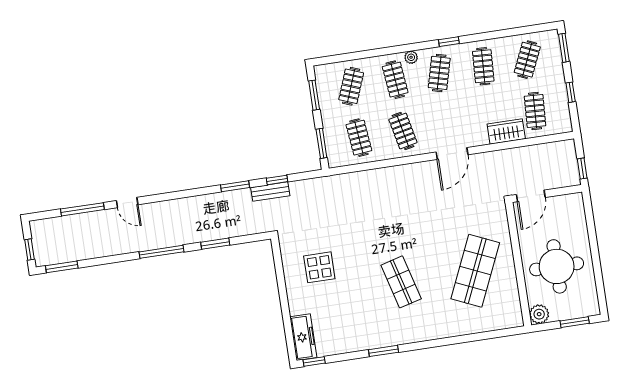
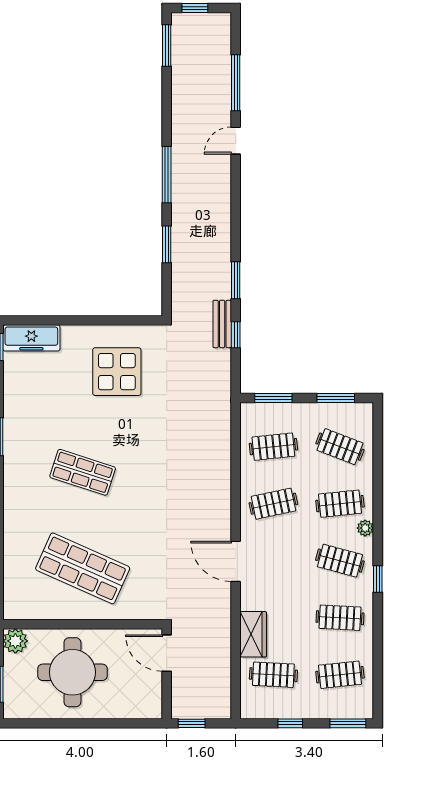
clothes rail: (527, 60) -> (340, 675), turned -30
display table: (319, 267) -> (117, 372), width x1.36, depth x1.36
shop shelf: (401, 282) -> (83, 472), turned 33

